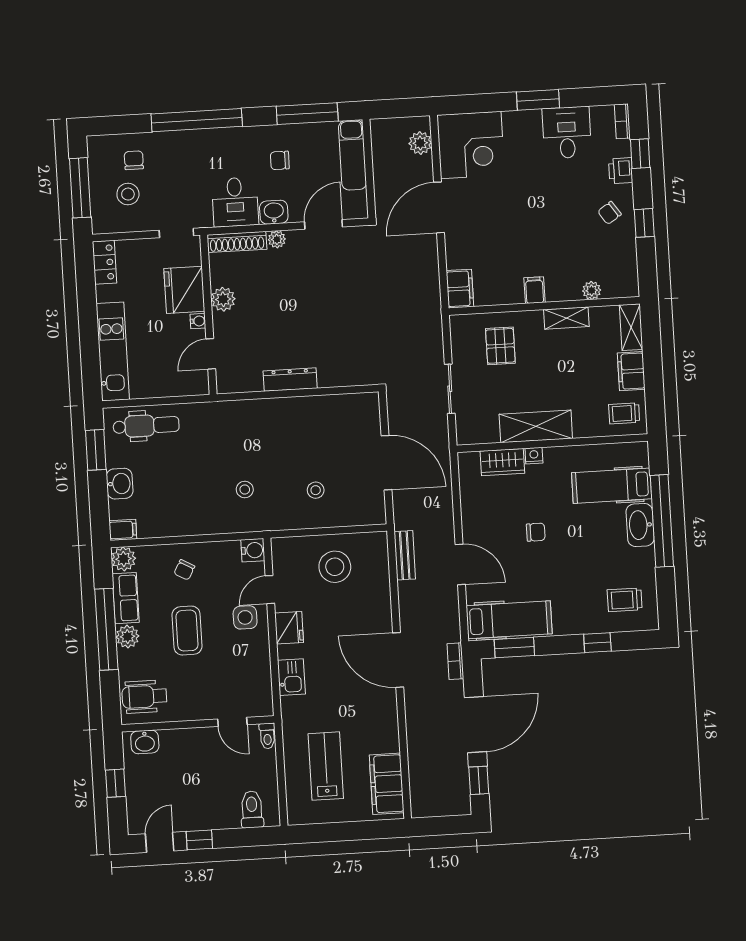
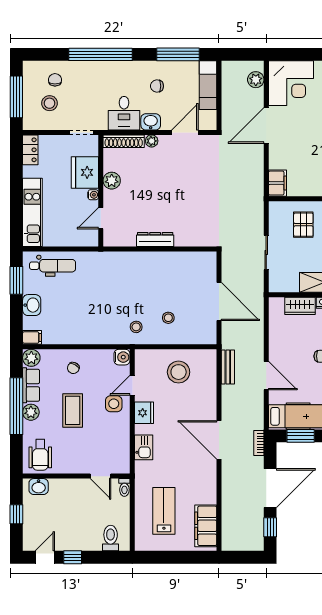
stool: (245, 489) -> (136, 327), moved
wheelchair: (145, 697) -> (40, 455), turned -90

